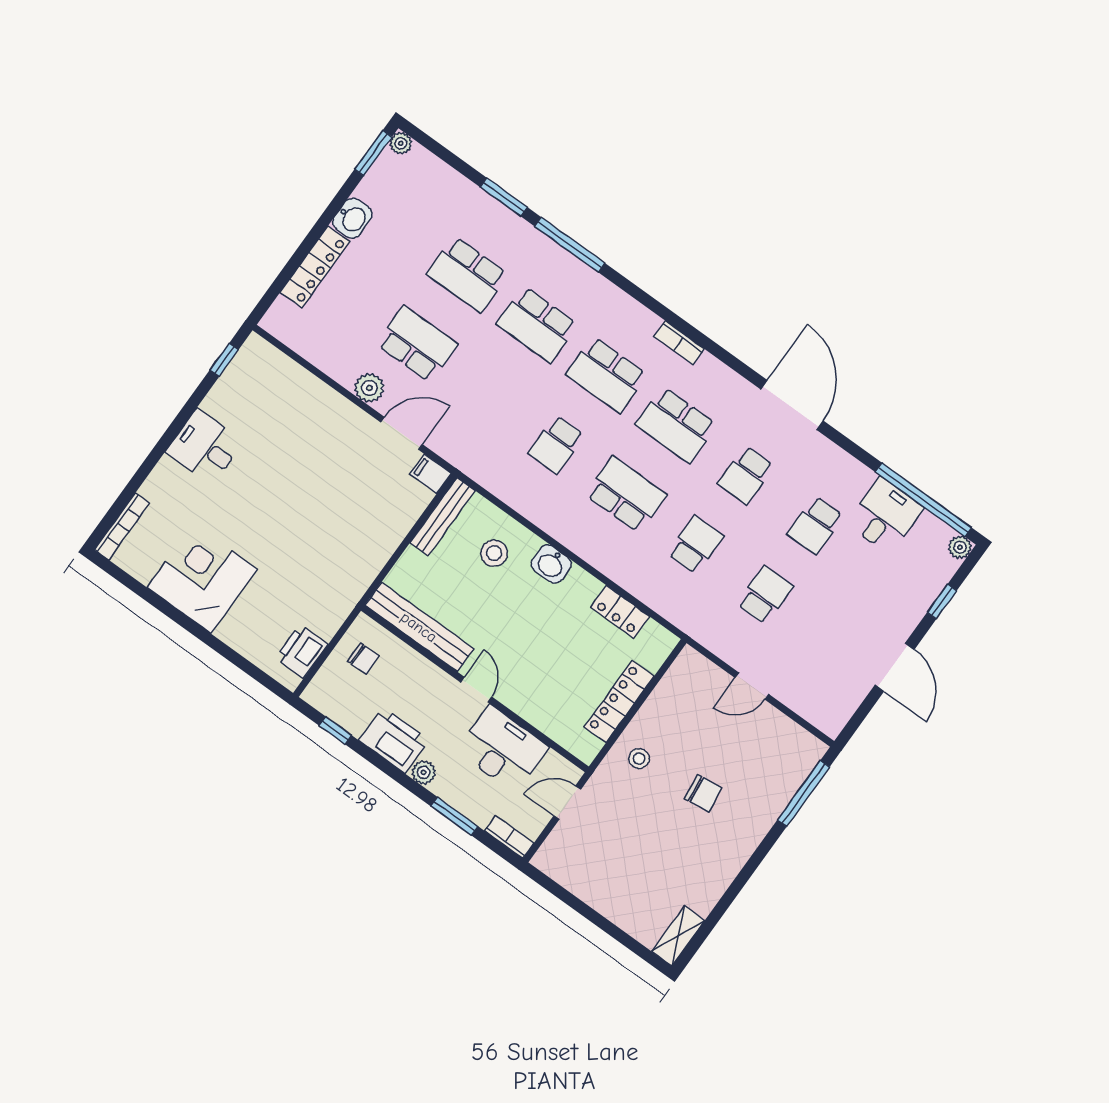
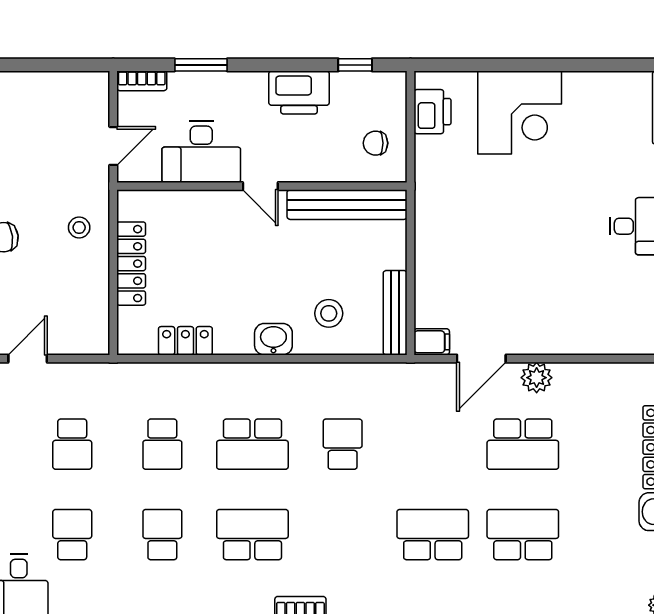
school desk: (607, 375) -> (343, 535), removed
corner desk: (202, 578) -> (520, 112), moved
plant: (424, 772) -> (254, 83), removed

